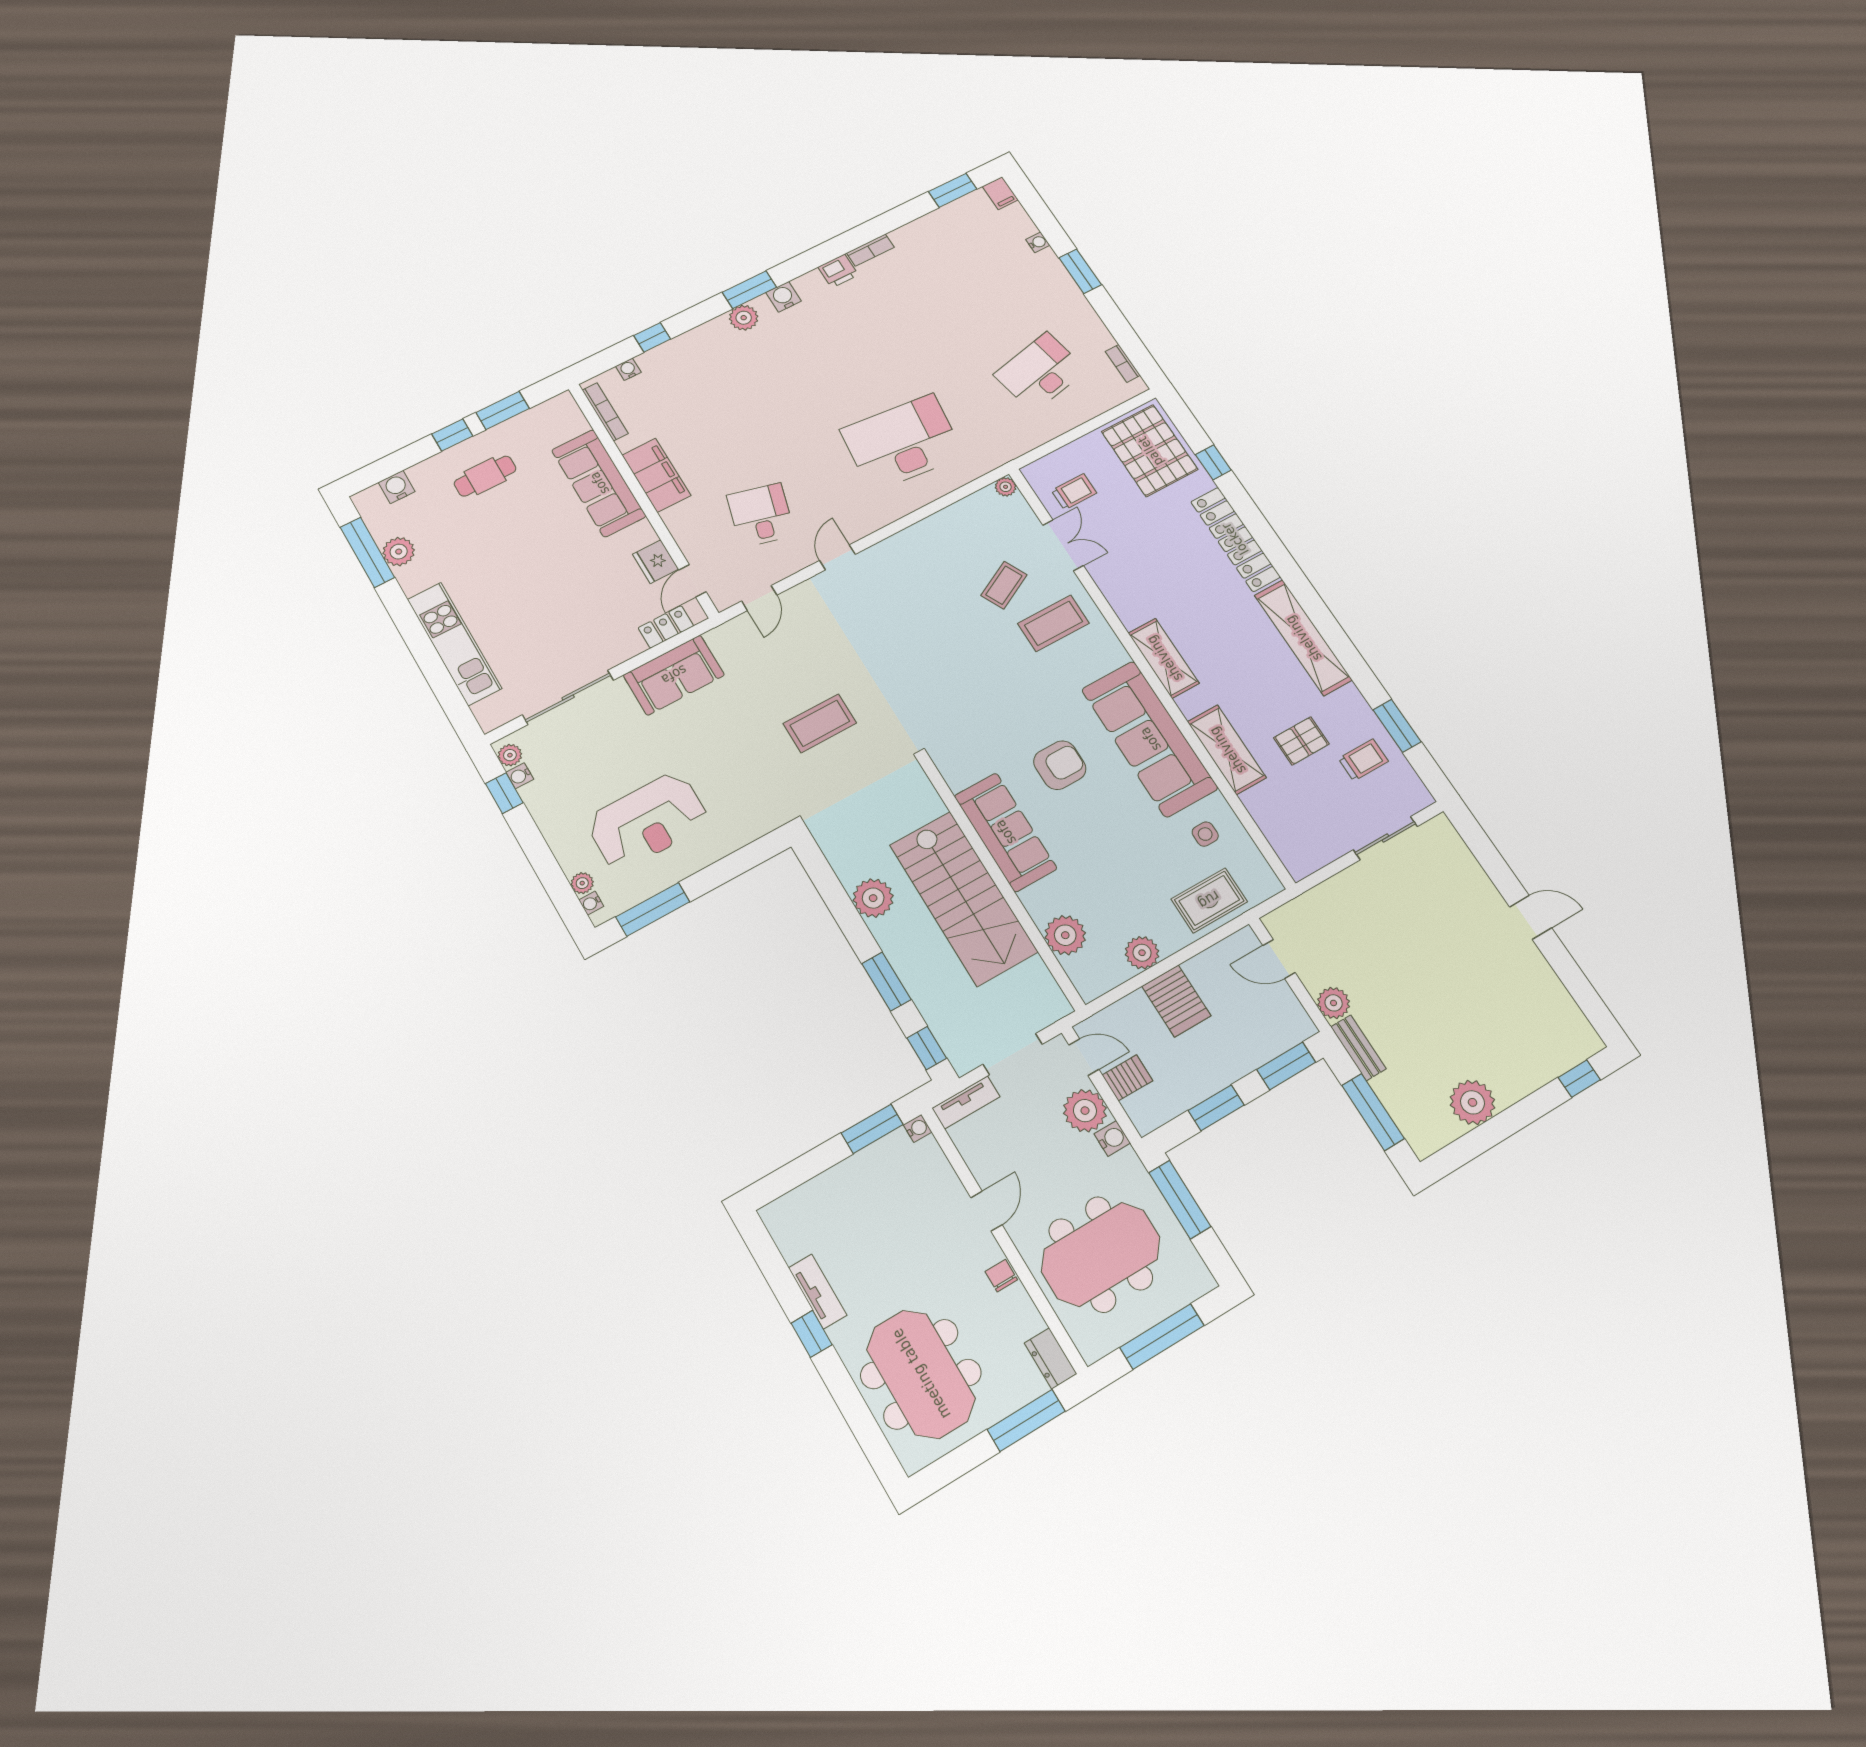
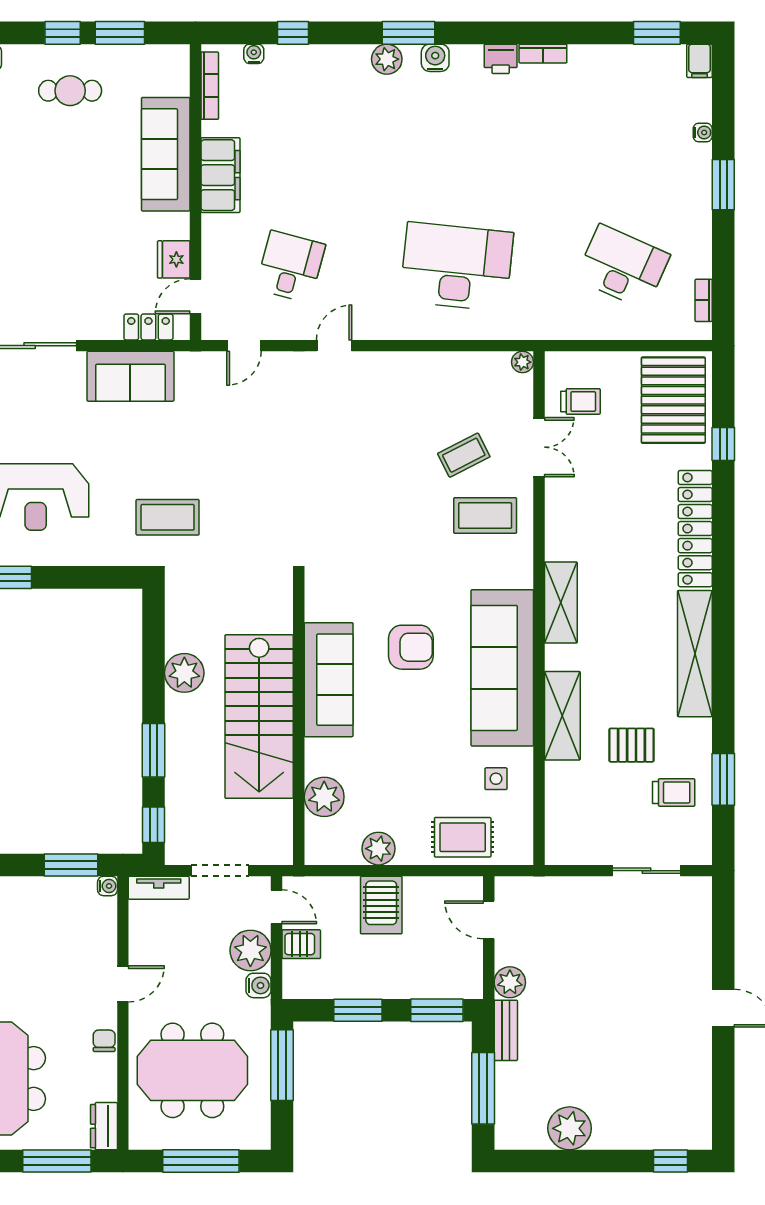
desk: (1040, 372) -> (623, 267), turned 36
coffee table: (820, 723) -> (168, 517), moved

